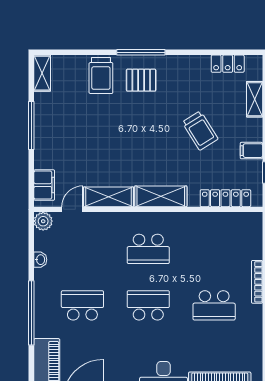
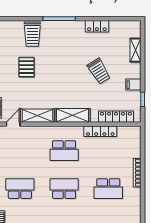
locker: (228, 64) -> (97, 26), moved
pallet: (141, 80) -> (27, 67), moved, turned 90
locker: (202, 220) -> (100, 131), added

